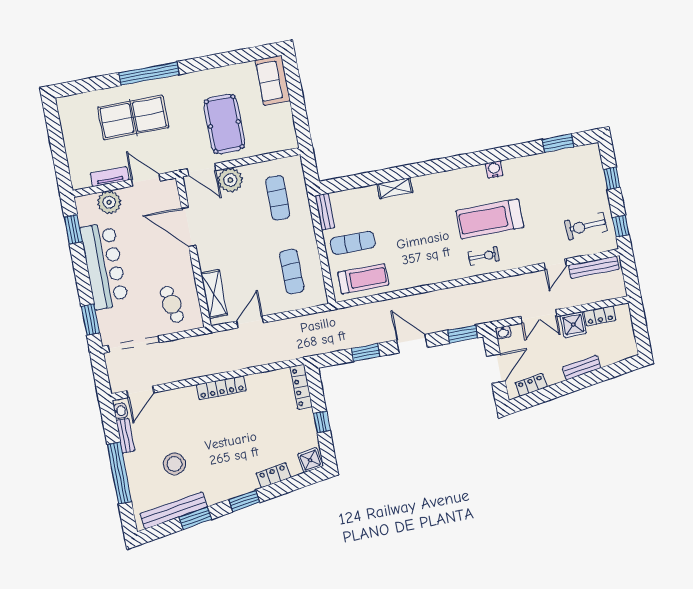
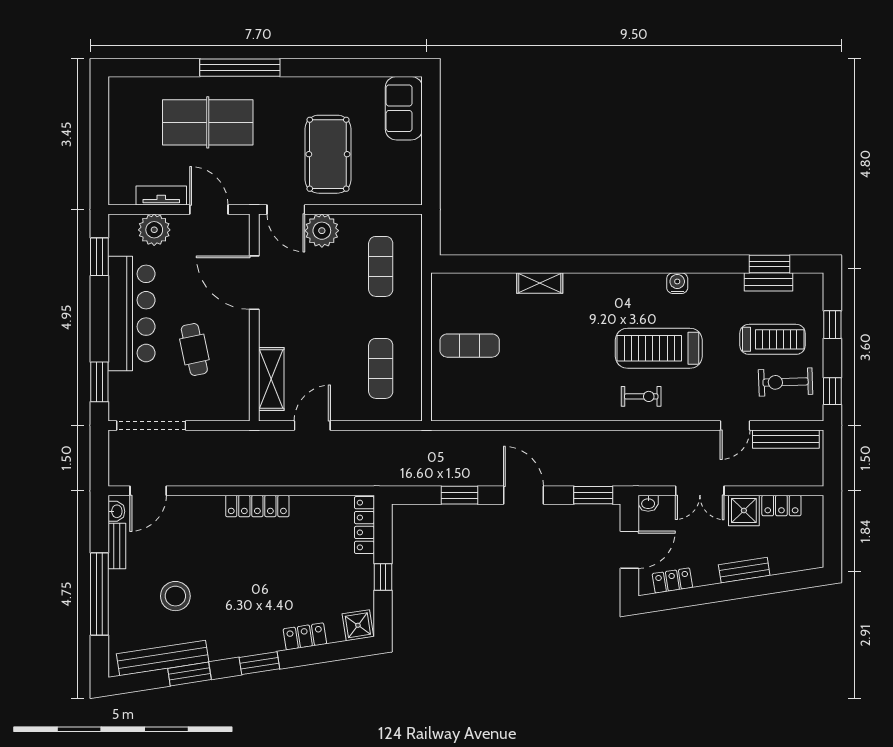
bench: (325, 212) -> (768, 282), moved, turned 90
treadmill: (363, 279) -> (773, 339), moved
cafe table: (172, 304) -> (194, 349), moved

